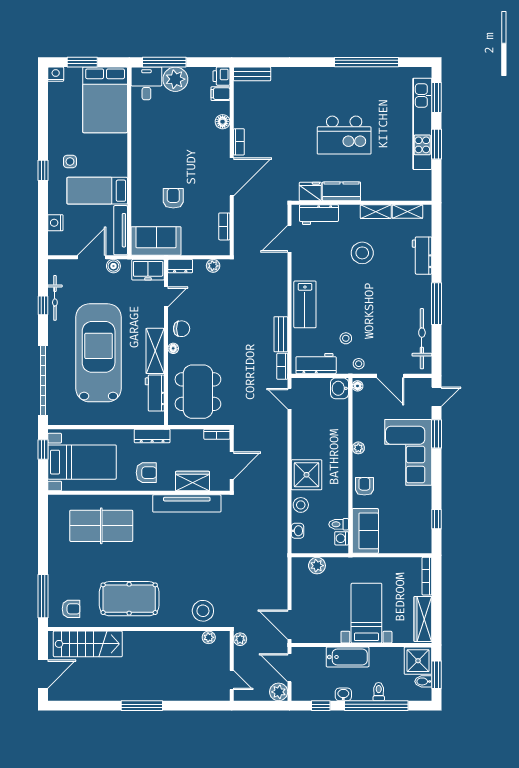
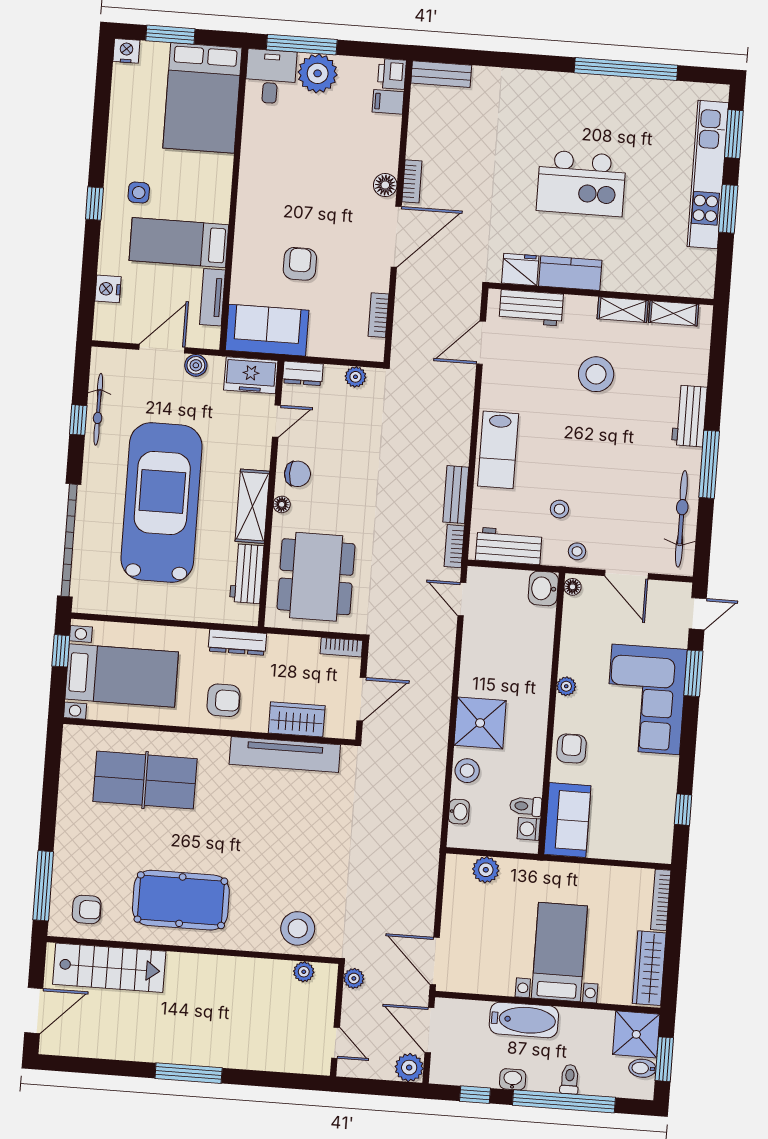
floor lamp: (223, 122) -> (385, 185), moved
tv unit: (121, 230) -> (212, 297), width x0.71
workbench: (422, 256) -> (689, 416), moved

